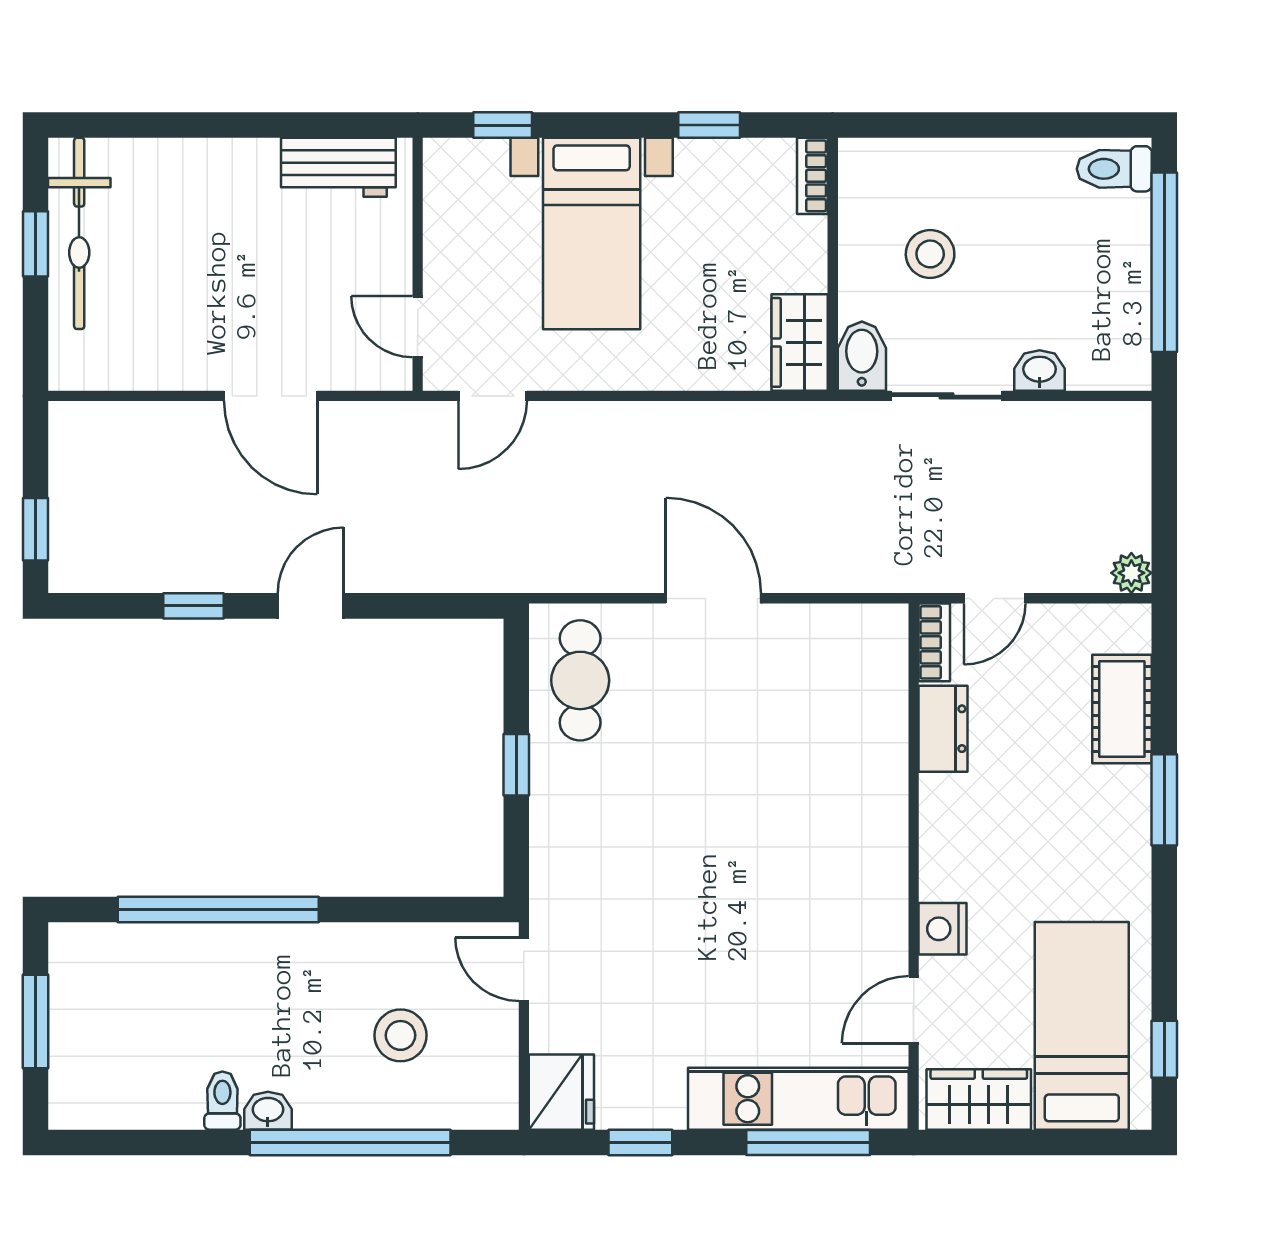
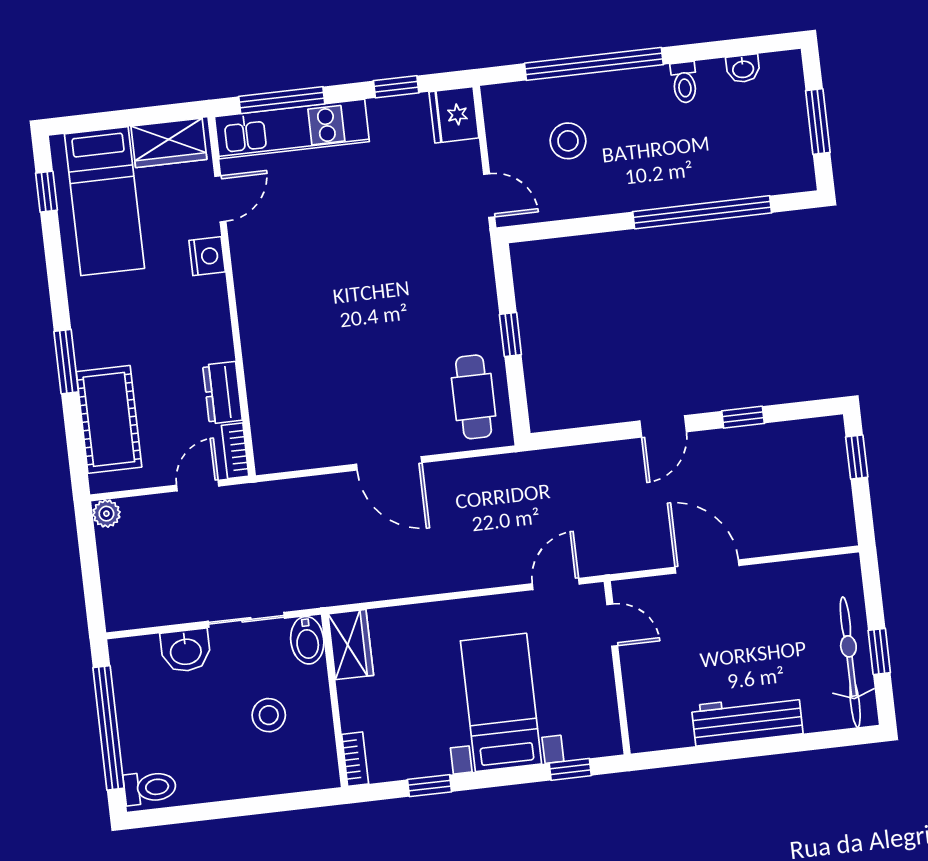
workbench: (338, 167) -> (747, 720), moved, width x1.38
washbasin: (1040, 370) -> (186, 651), width x1.38, depth x1.45
cot: (1122, 709) -> (109, 419), width x1.37, depth x1.34
washbasin: (268, 1111) -> (743, 69), moved

